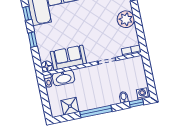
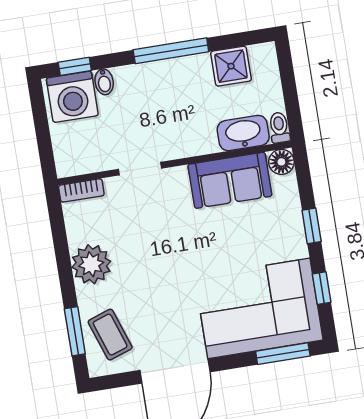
washing machine: (142, 94) -> (72, 97), width x1.89, depth x1.89

